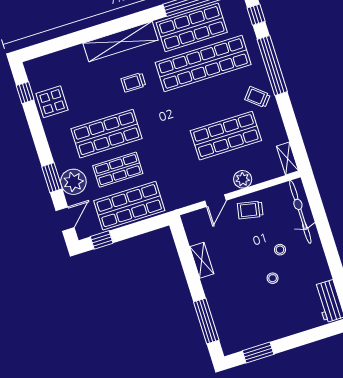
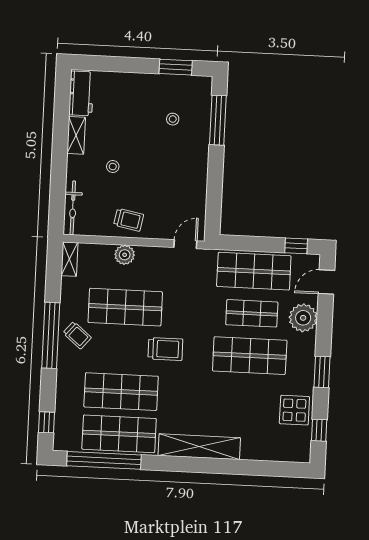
shop shelf: (203, 64) -> (121, 392), width x0.71
window: (272, 66) -> (51, 335), moved
trolley: (133, 82) -> (165, 349), moved, width x1.36, depth x1.39
window: (52, 178) -> (322, 372), moved
door: (215, 201) -> (185, 244), moved
bicycle: (300, 212) -> (73, 208), width x0.73, depth x0.71
shelving: (202, 260) -> (76, 135), moved
stool: (273, 278) -> (173, 119), moved

